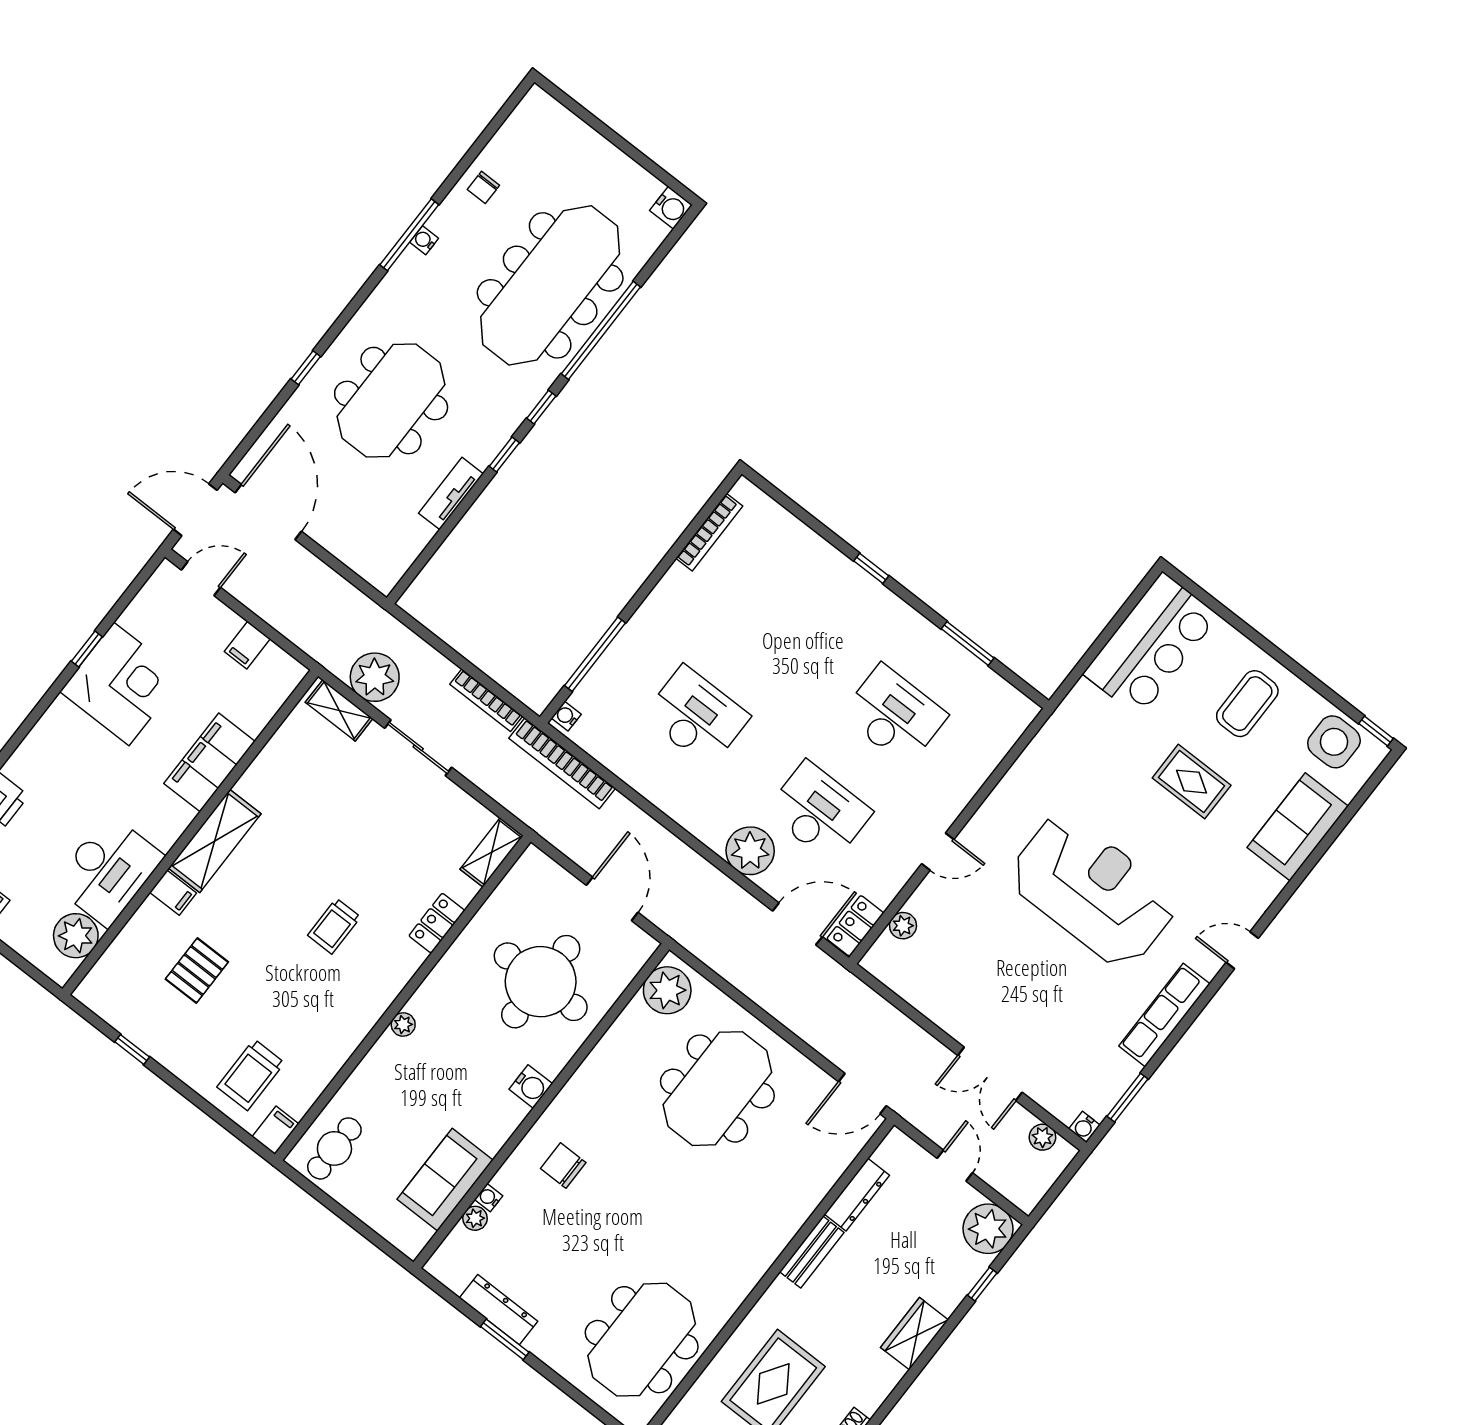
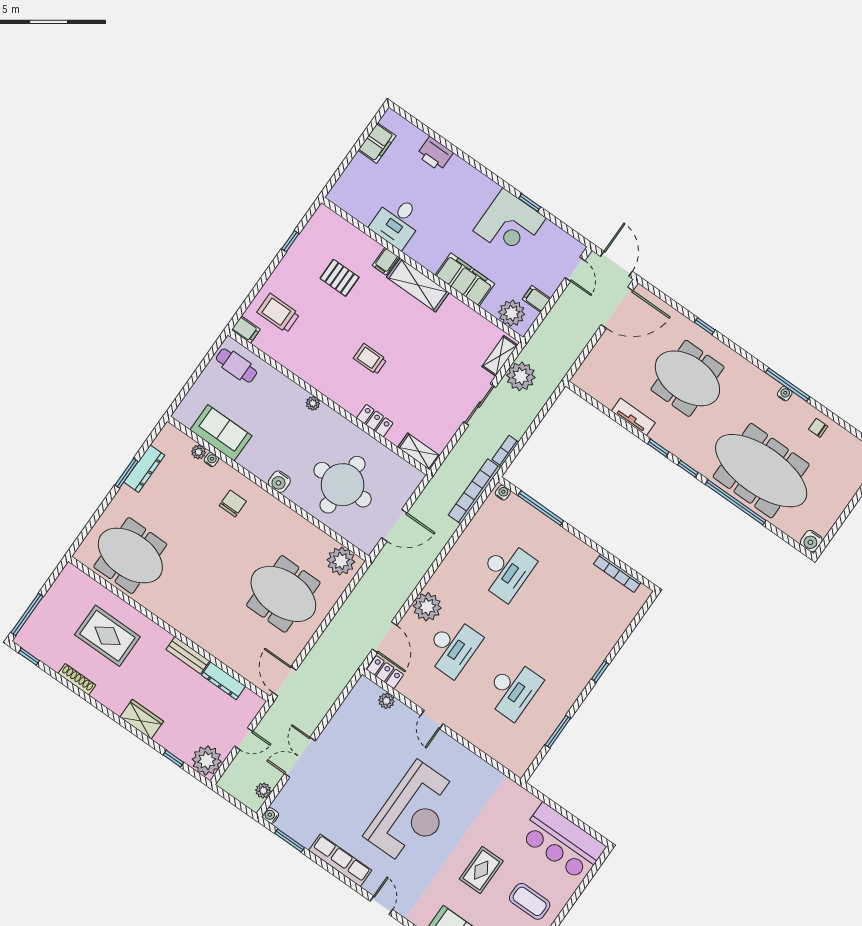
bookcase: (486, 700) -> (505, 451), width x0.64
desk: (108, 870) -> (397, 222), width x0.73
plant: (76, 936) -> (512, 313), moved

